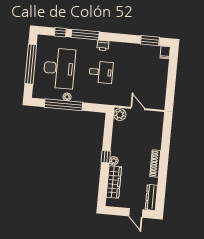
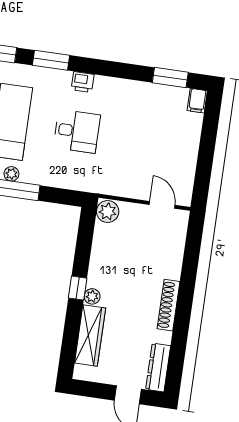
window: (85, 35) -> (51, 60), width x0.69
door: (138, 109) -> (162, 205), moved

